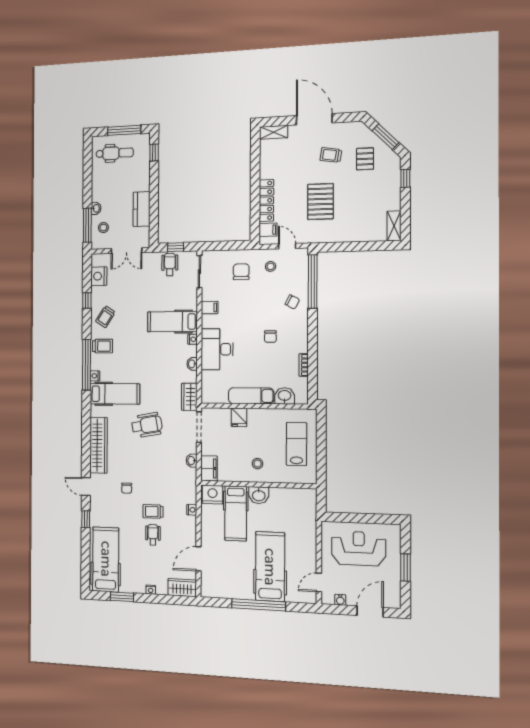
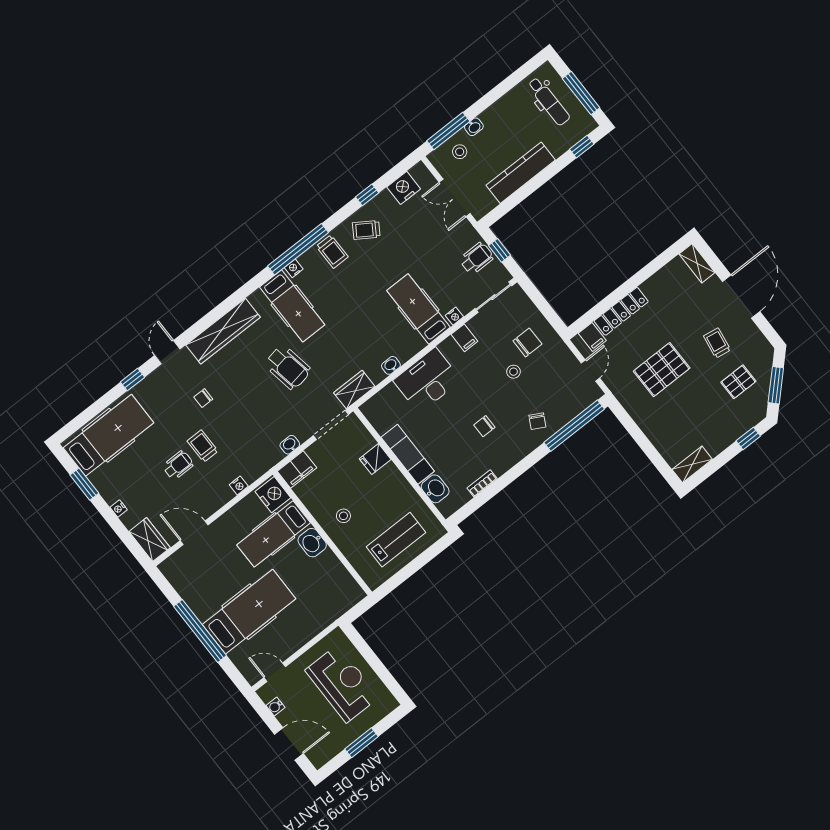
kitchen counter: (142, 209) -> (521, 173), width x1.50
stool: (271, 266) -> (513, 372), moved
nightstand: (192, 339) -> (454, 316), moved

